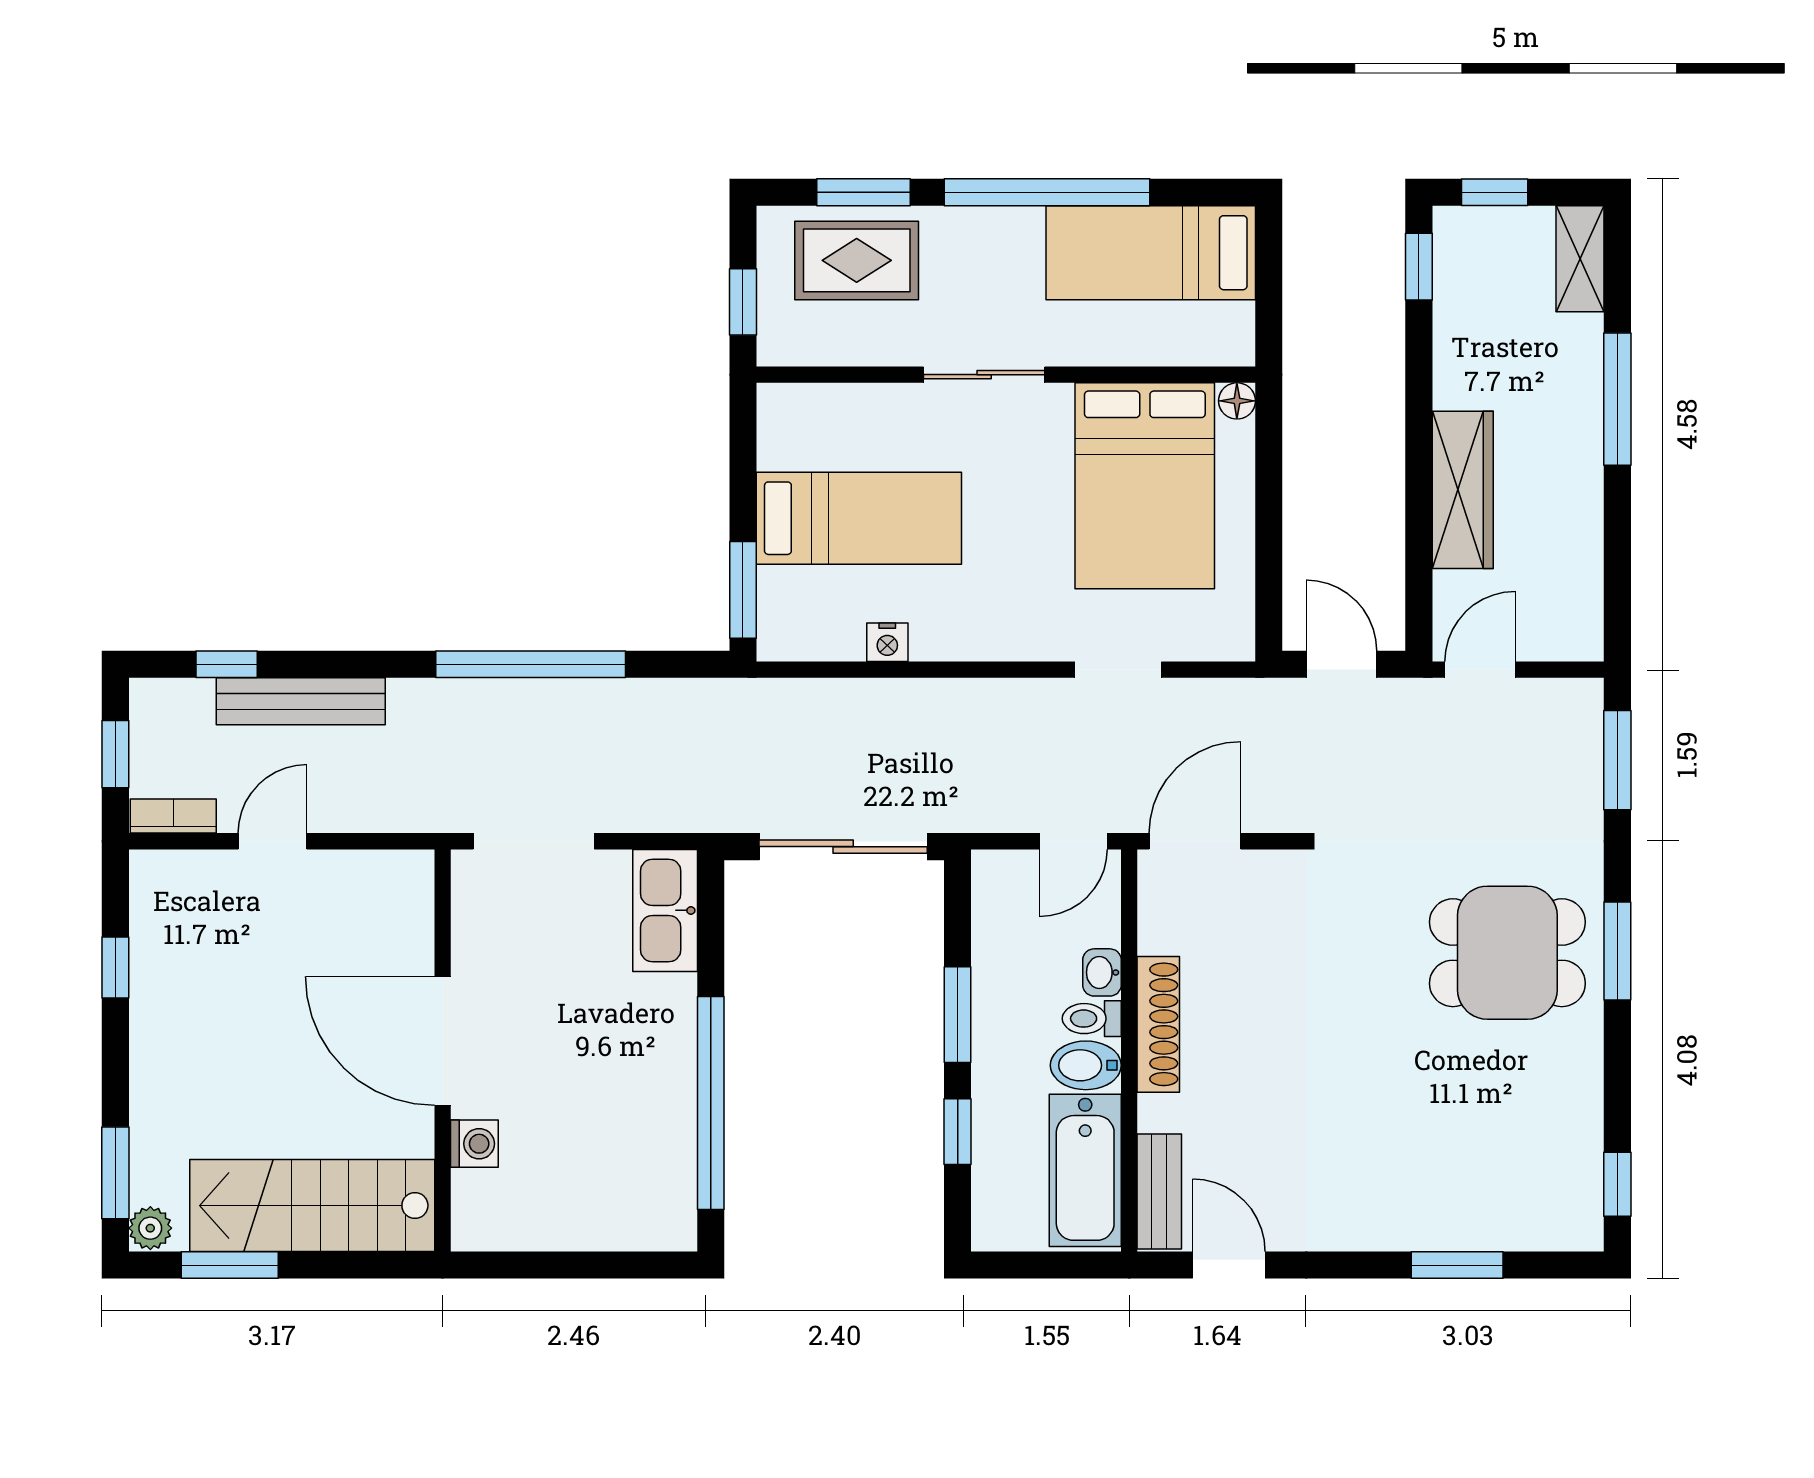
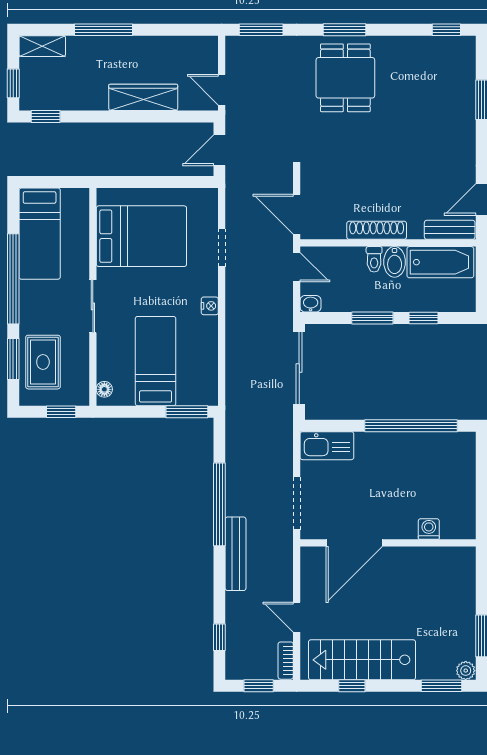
floor lamp: (1237, 401) -> (104, 389), moved
nightstand: (887, 642) -> (210, 306), moved
bench: (301, 701) -> (236, 554), moved
washbasin: (1102, 972) -> (311, 304), moved, turned 180
door: (443, 1041) -> (354, 543), moved
stairs: (312, 1206) -> (362, 660), moved, turned 90

